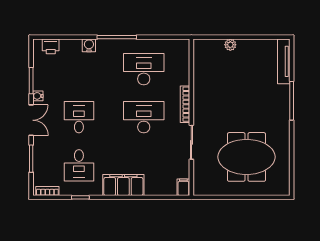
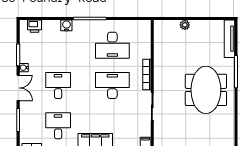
desk: (144, 69) -> (112, 45), turned 180
meeting table: (246, 157) -> (206, 90), moved, turned 90
desk: (79, 165) -> (58, 126), turned 180

